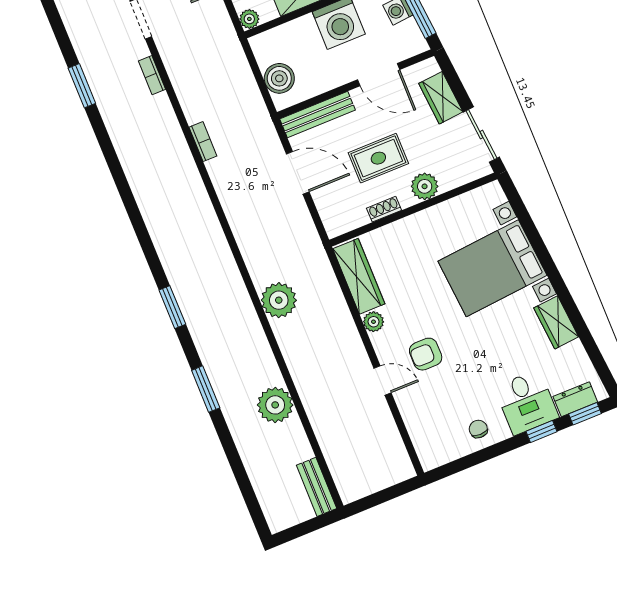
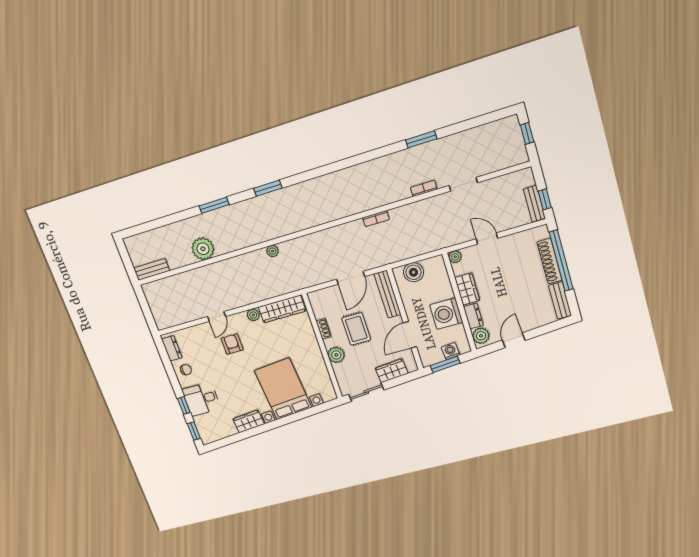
plant: (279, 300) -> (272, 251), width x0.53, depth x0.53
dresser: (575, 399) -> (172, 348), moved

